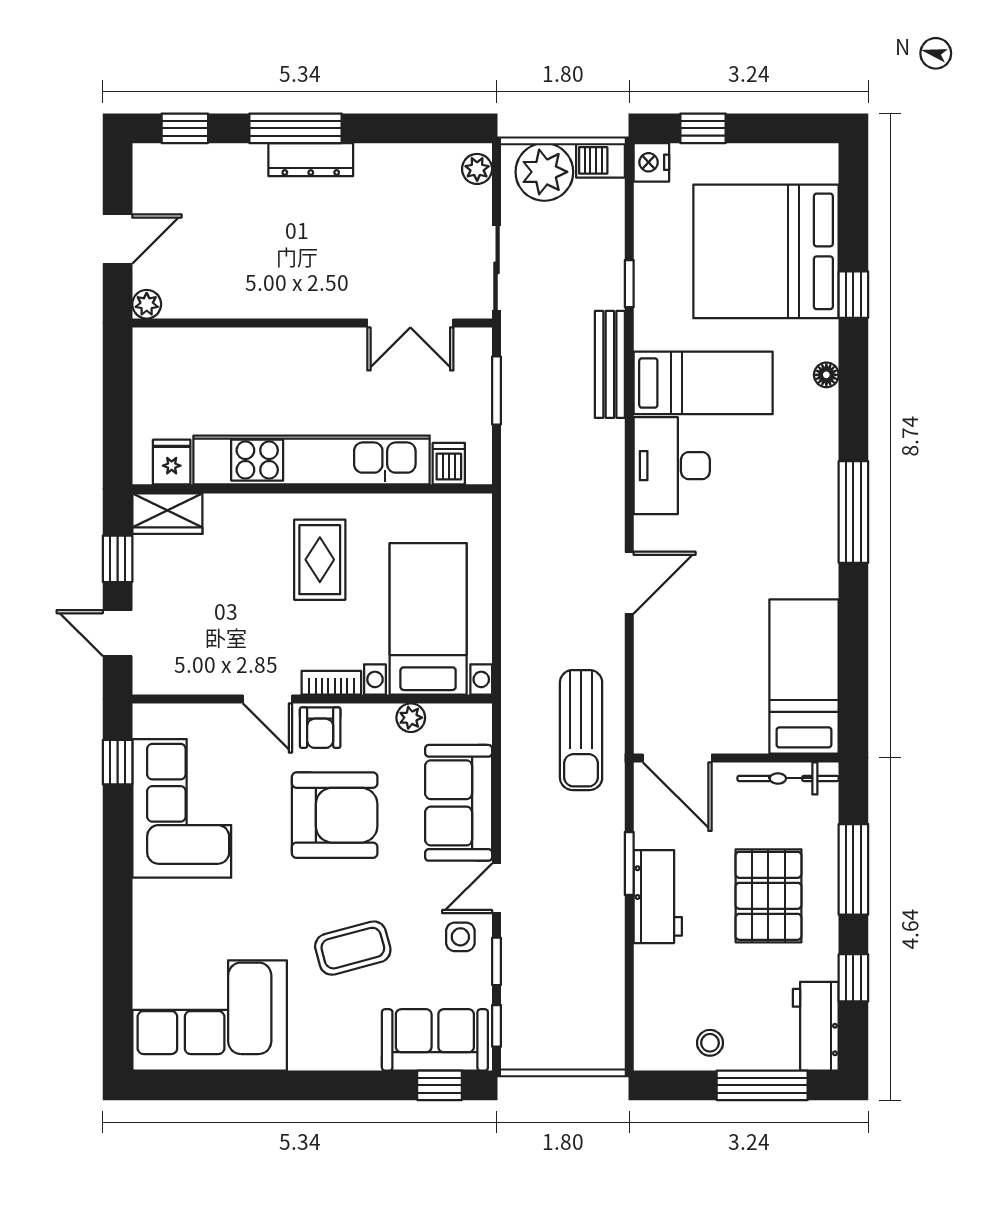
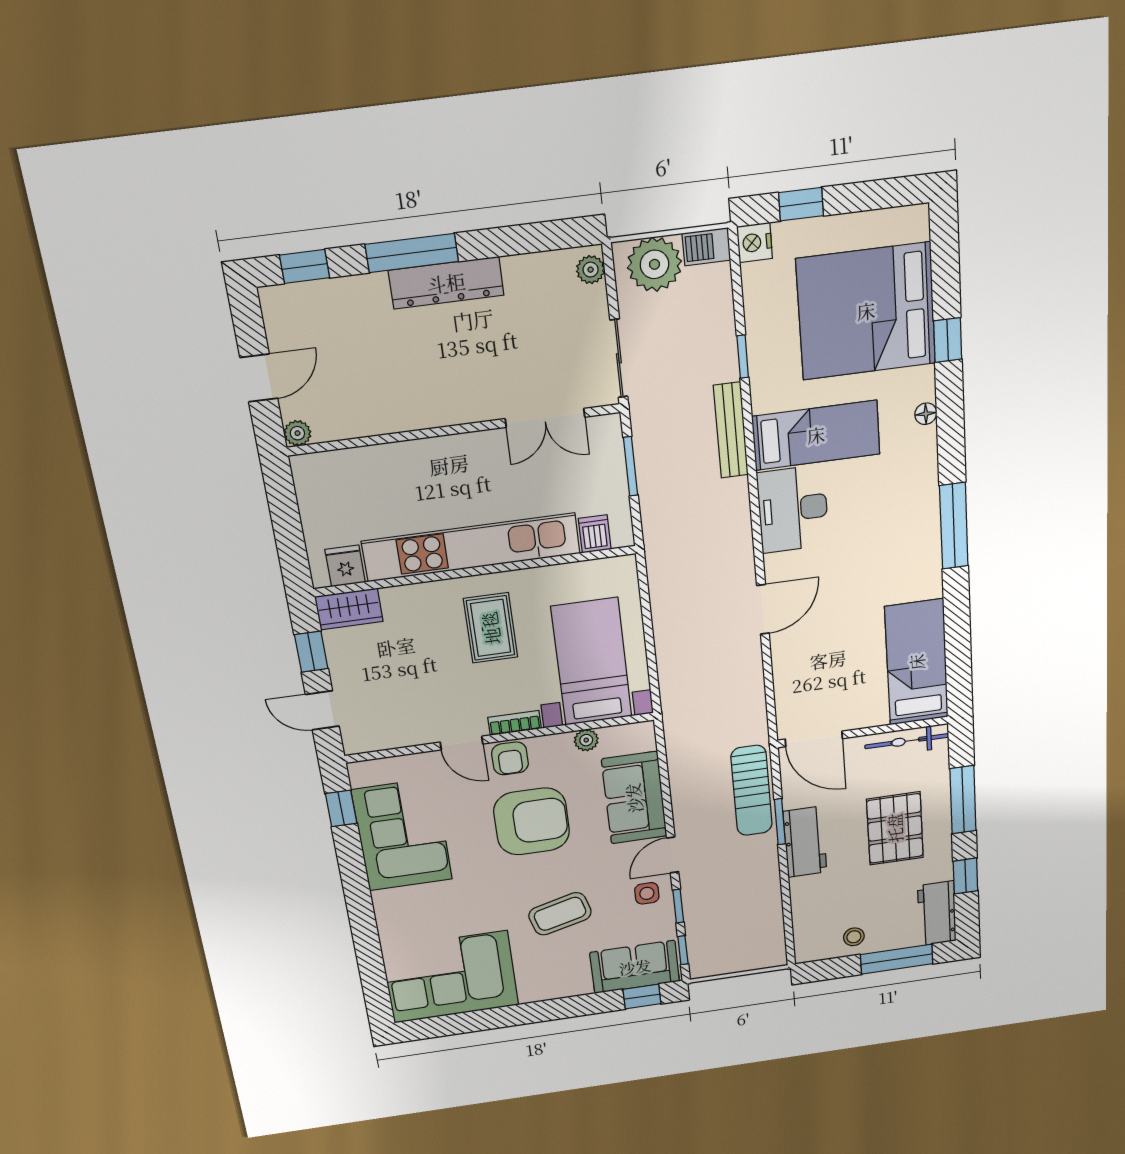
dresser: (311, 160) -> (446, 283), width x1.37, depth x1.24
sun lounger: (581, 730) -> (752, 791), moved

